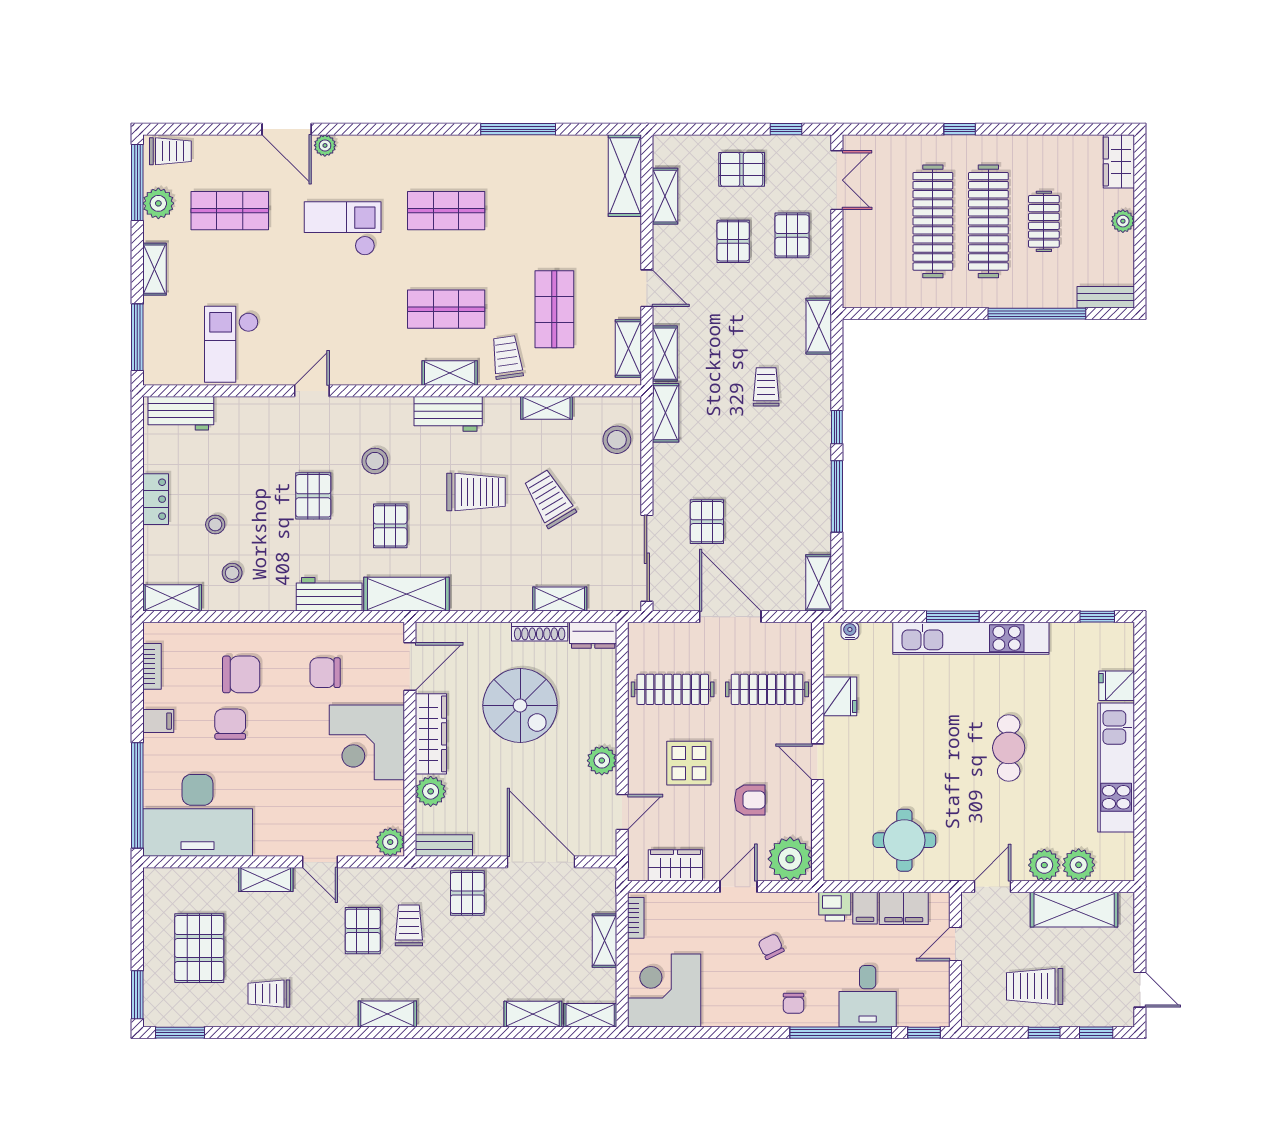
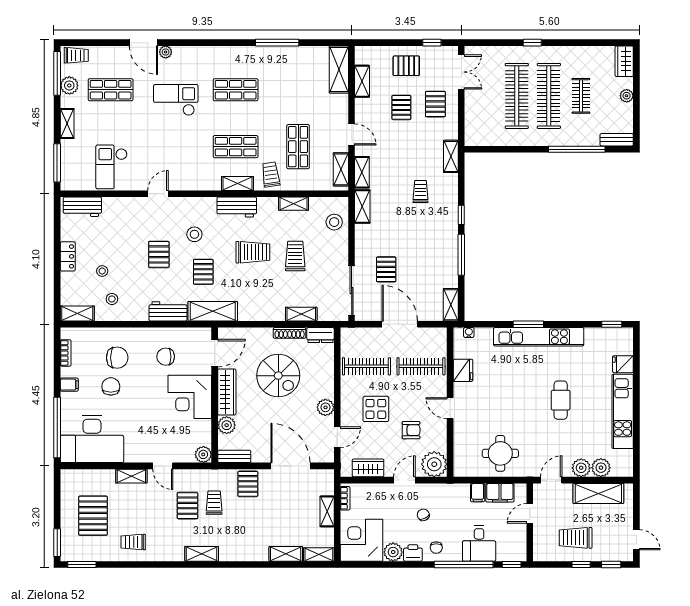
trolley: (549, 499) -> (295, 256), turned 31
printer: (835, 907) -> (413, 553), moved, turned 180
plant: (719, 1011) -> (393, 552), added

